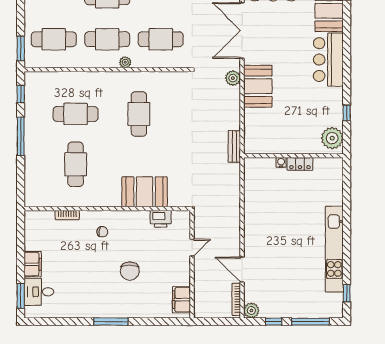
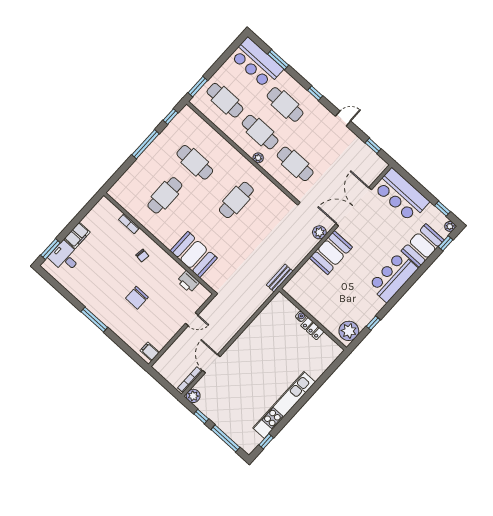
filing cabinet: (181, 300) -> (150, 352), width x0.50

